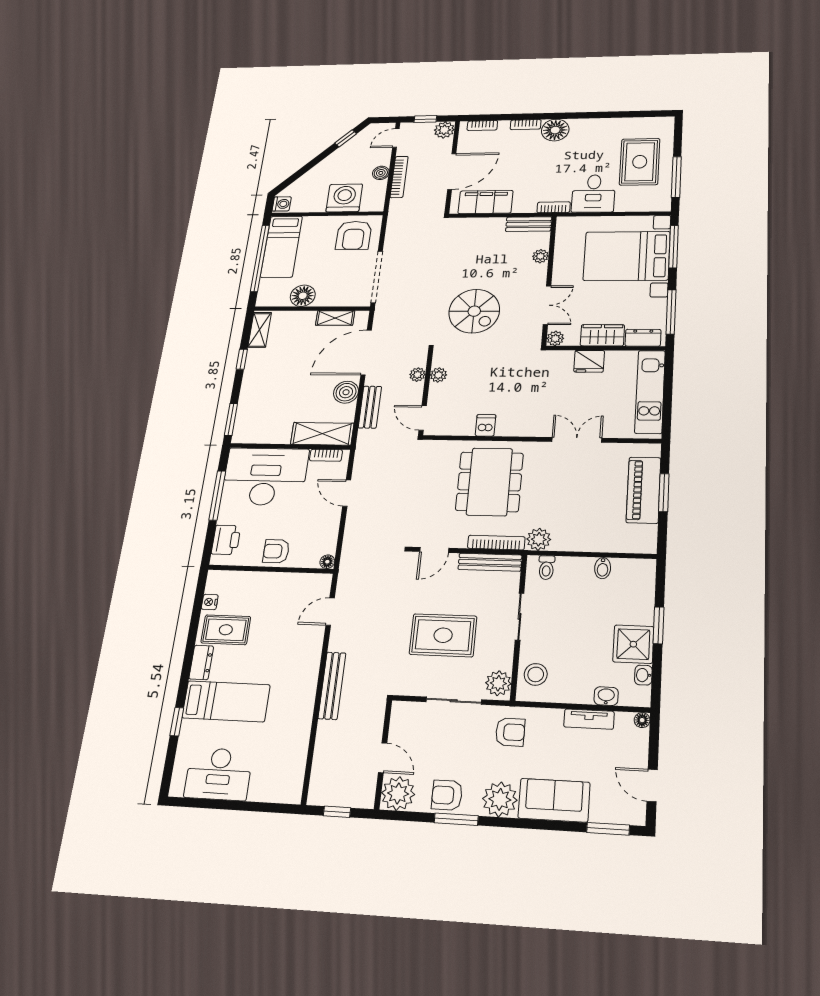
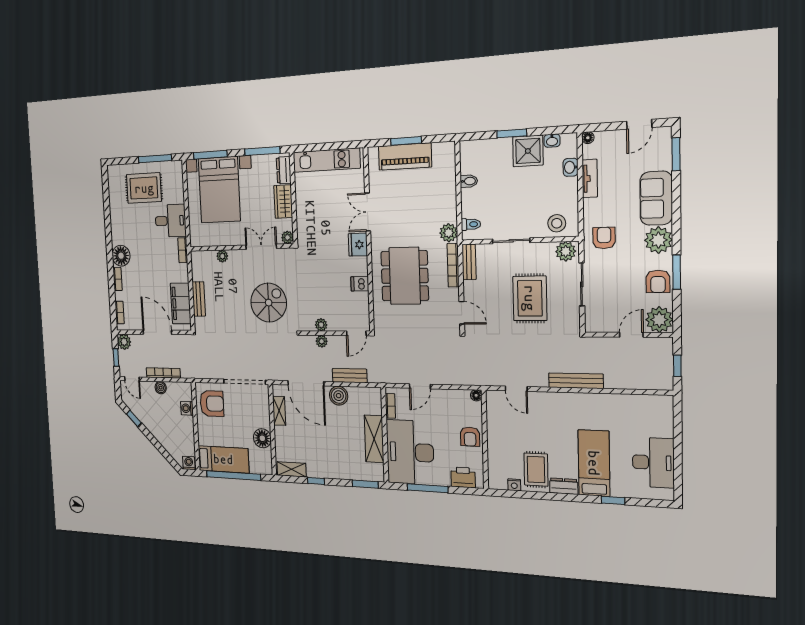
washing machine: (344, 198) -> (187, 408), width x0.53, depth x0.53
bench: (529, 224) -> (199, 299), moved
fridge: (589, 361) -> (358, 245), moved, turned 180
shelving: (322, 434) -> (374, 439), moved
dining table: (489, 482) -> (405, 276), turned 90
bench: (490, 562) -> (469, 262), width x0.73

